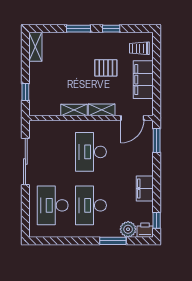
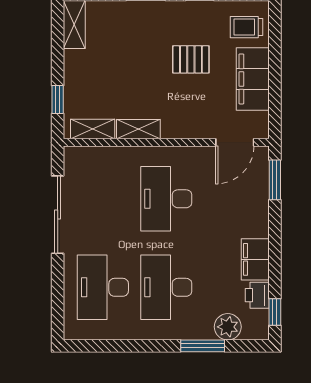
shelving: (102, 110) -> (93, 129), moved
printer: (145, 230) -> (257, 295), moved, turned -90

